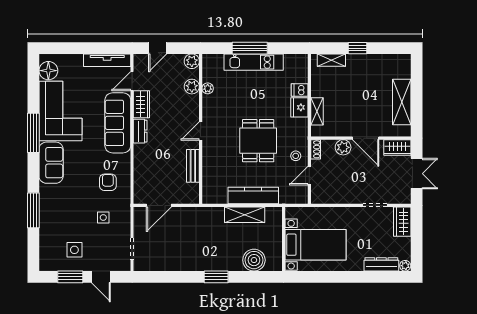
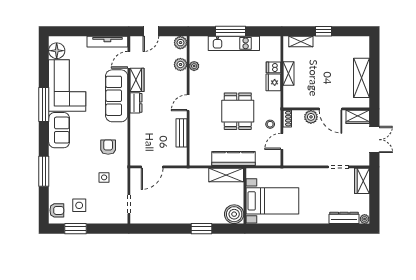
shelving: (317, 111) -> (288, 74), moved
wall: (284, 239) -> (245, 196), moved
bed with nightstands: (315, 245) -> (272, 201), moved
armchair: (48, 256) -> (57, 210), added
door: (101, 277) -> (102, 229), removed

